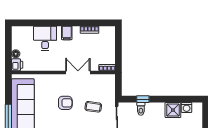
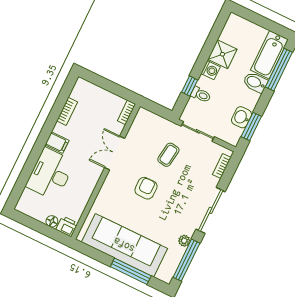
desk: (45, 38) -> (50, 174), width x1.37
washing machine: (187, 107) -> (211, 70), moved

